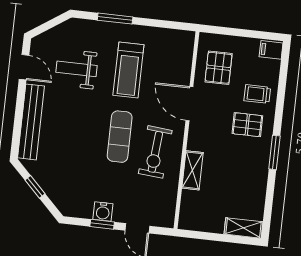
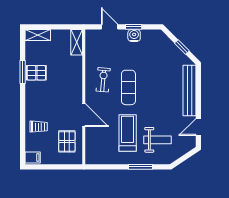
door: (24, 67) -> (198, 127), hinge flipped
weight bench: (77, 69) -> (158, 140), moved
pallet: (247, 125) -> (36, 73), moved
exercise bike: (155, 152) -> (103, 80), width x0.73, depth x0.72
window: (274, 152) -> (23, 72), moved
shelving: (192, 170) -> (77, 42), moved

